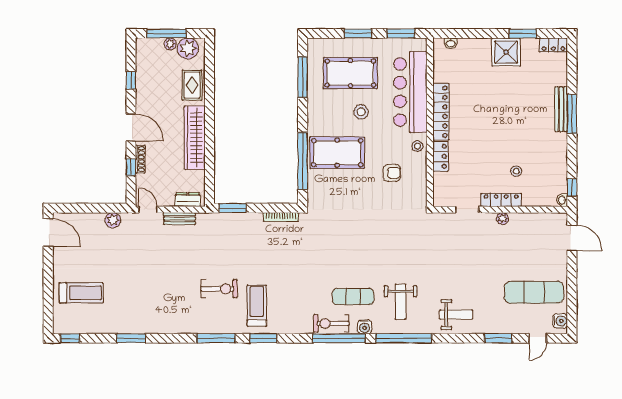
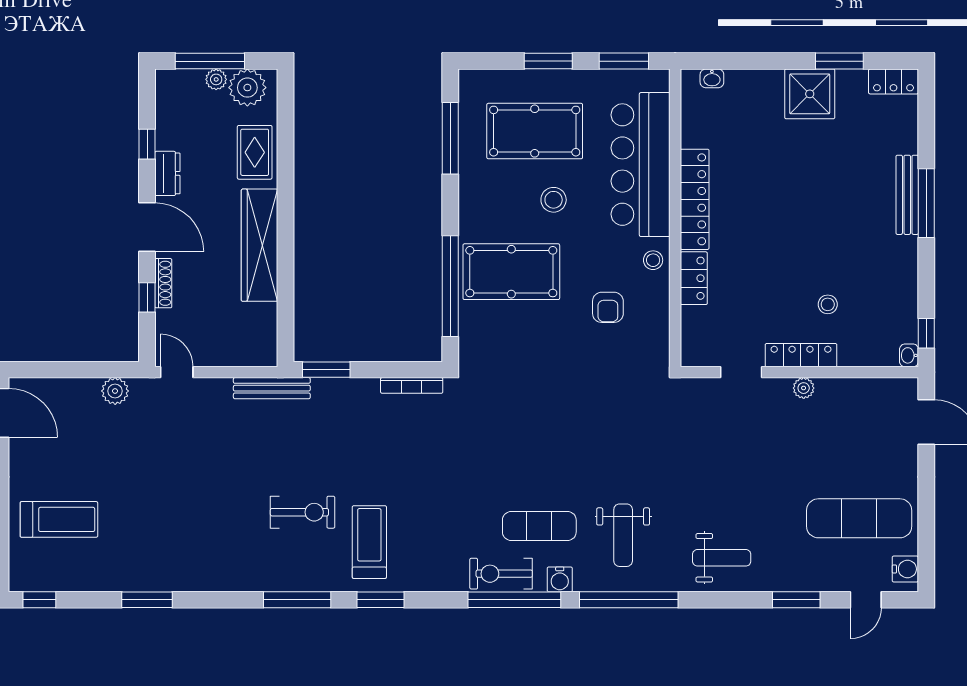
armchair: (392, 173) -> (608, 307), turned 90
dresser: (188, 199) -> (167, 173), moved, turned 90
bench: (179, 219) -> (272, 388), moved, width x1.36

